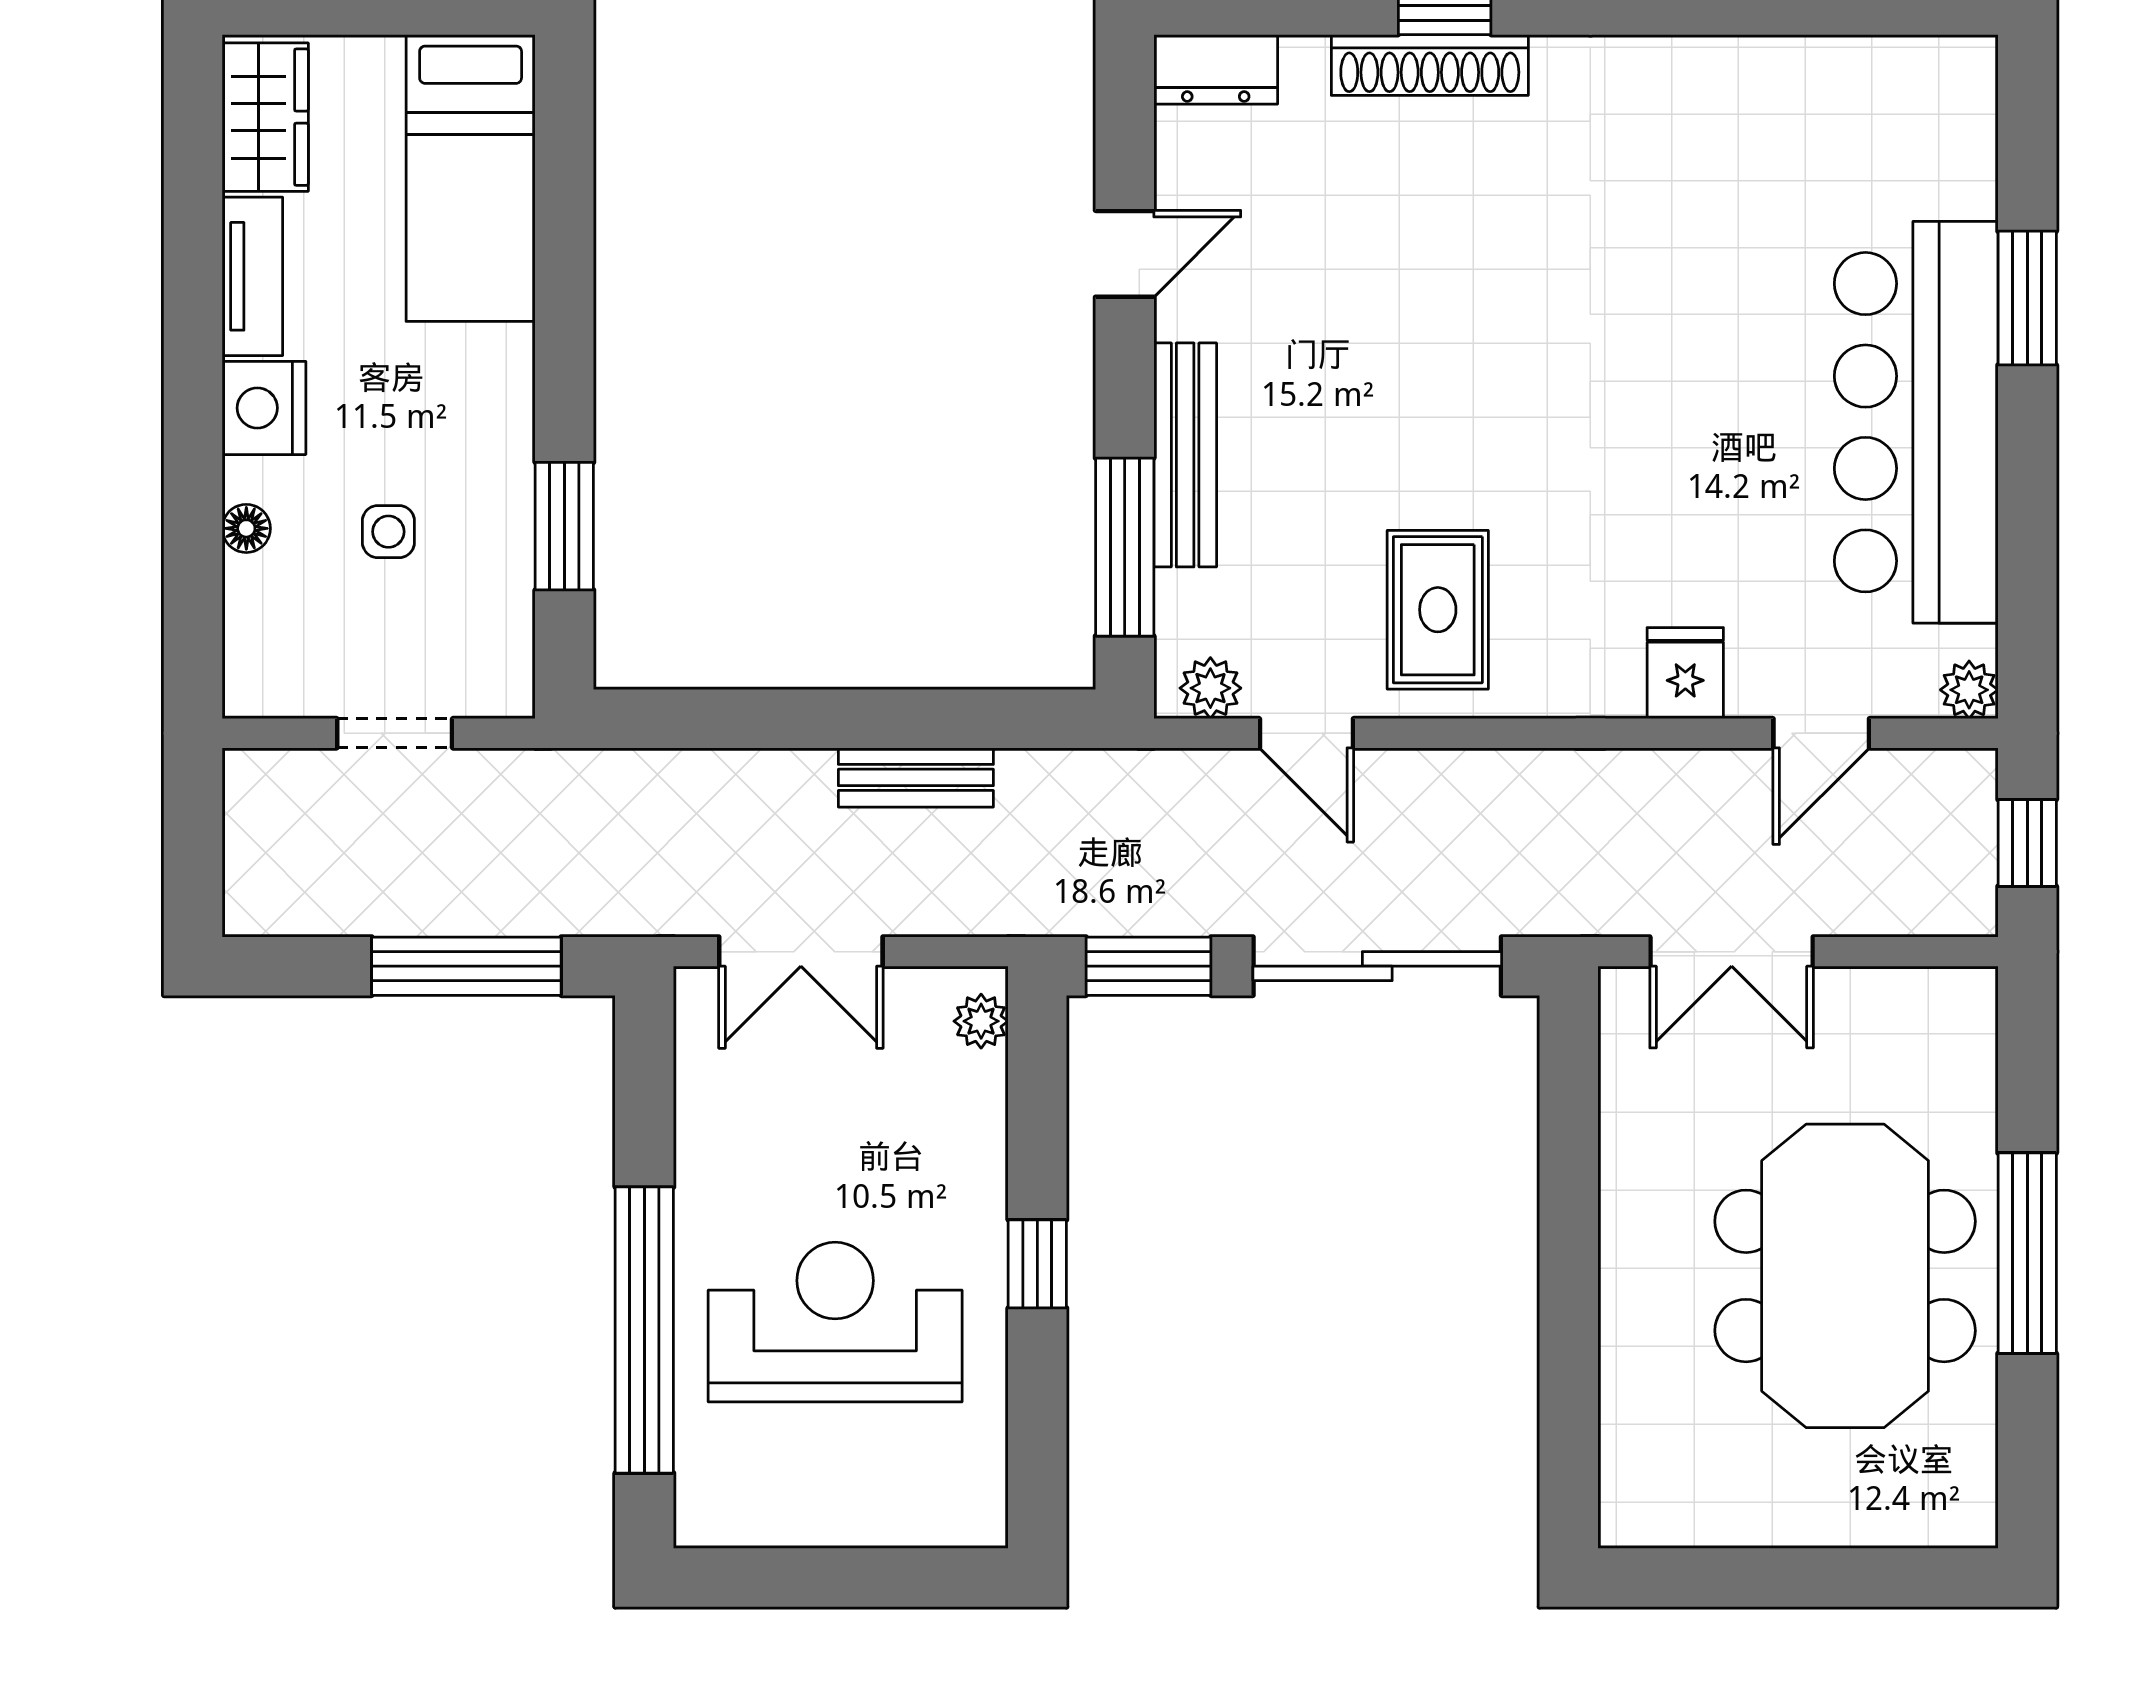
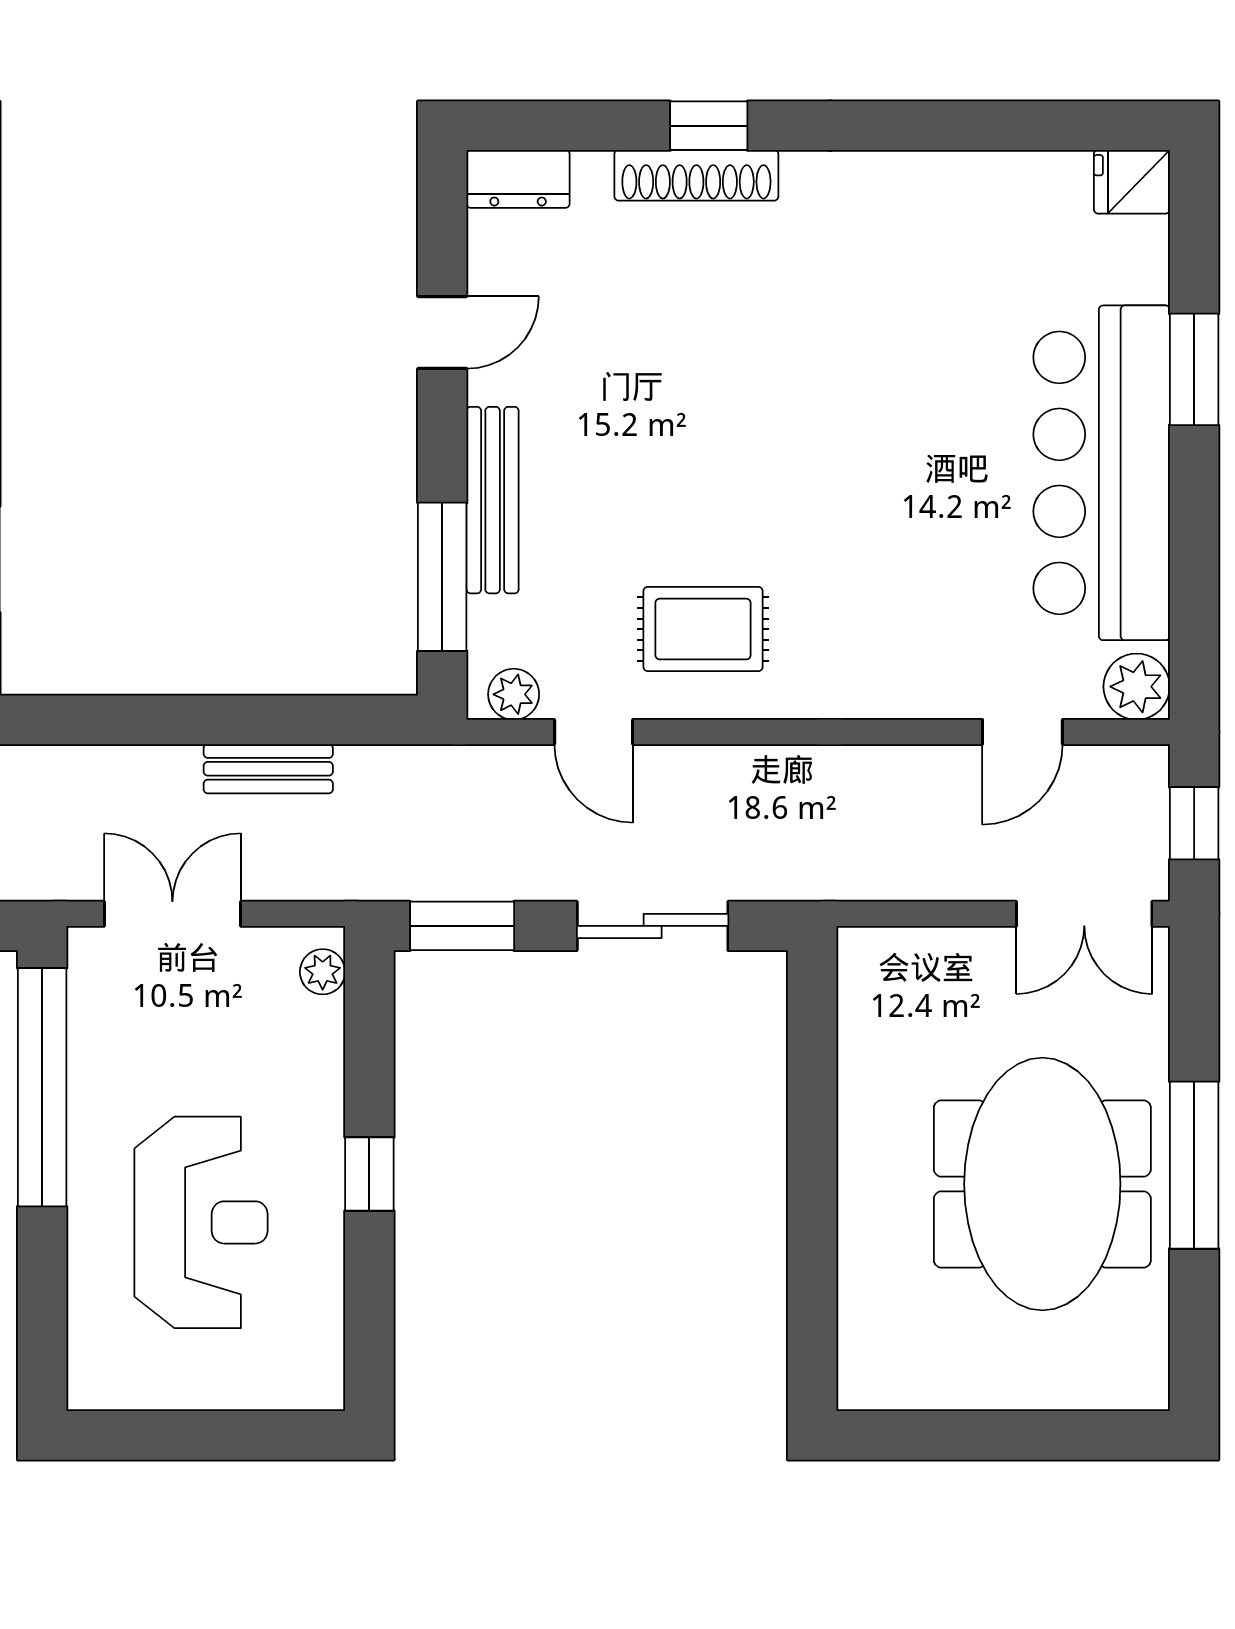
rug: (1438, 610) -> (703, 629), turned 90
fridge: (1685, 673) -> (1132, 182), moved, turned -90
plant: (1969, 690) -> (1137, 687), width x1.38, depth x1.38
double door: (801, 952) -> (172, 914), swing flipped
double door: (1732, 952) -> (1084, 914), moved
sliding door: (1377, 966) -> (653, 926), width x0.73
reception desk: (835, 1322) -> (201, 1222), turned 90
window: (644, 1330) -> (42, 1087), moved

